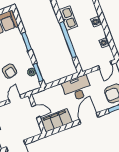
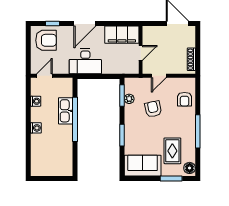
kitchen sink: (68, 18) -> (66, 111), moved
door: (36, 112) -> (141, 53), swing flipped

